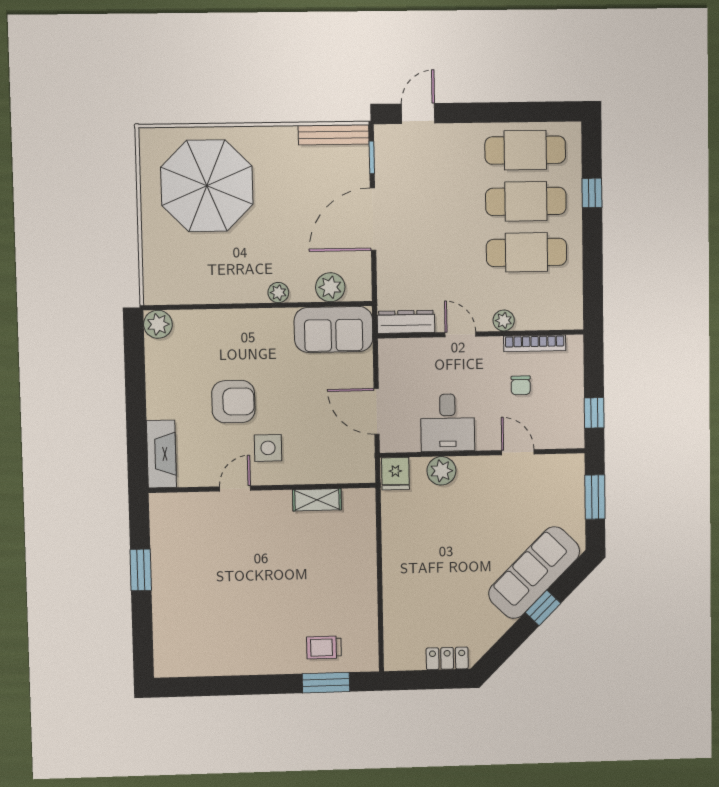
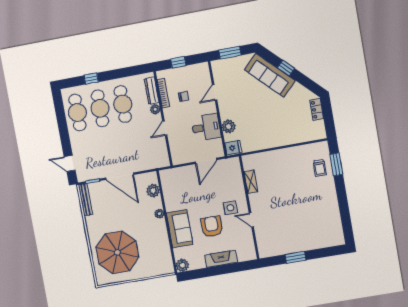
dresser: (406, 322) -> (152, 91), moved
sofa: (334, 329) -> (180, 229), moved
window: (594, 413) -> (178, 62), moved
fireplace: (161, 454) -> (221, 259), moved

